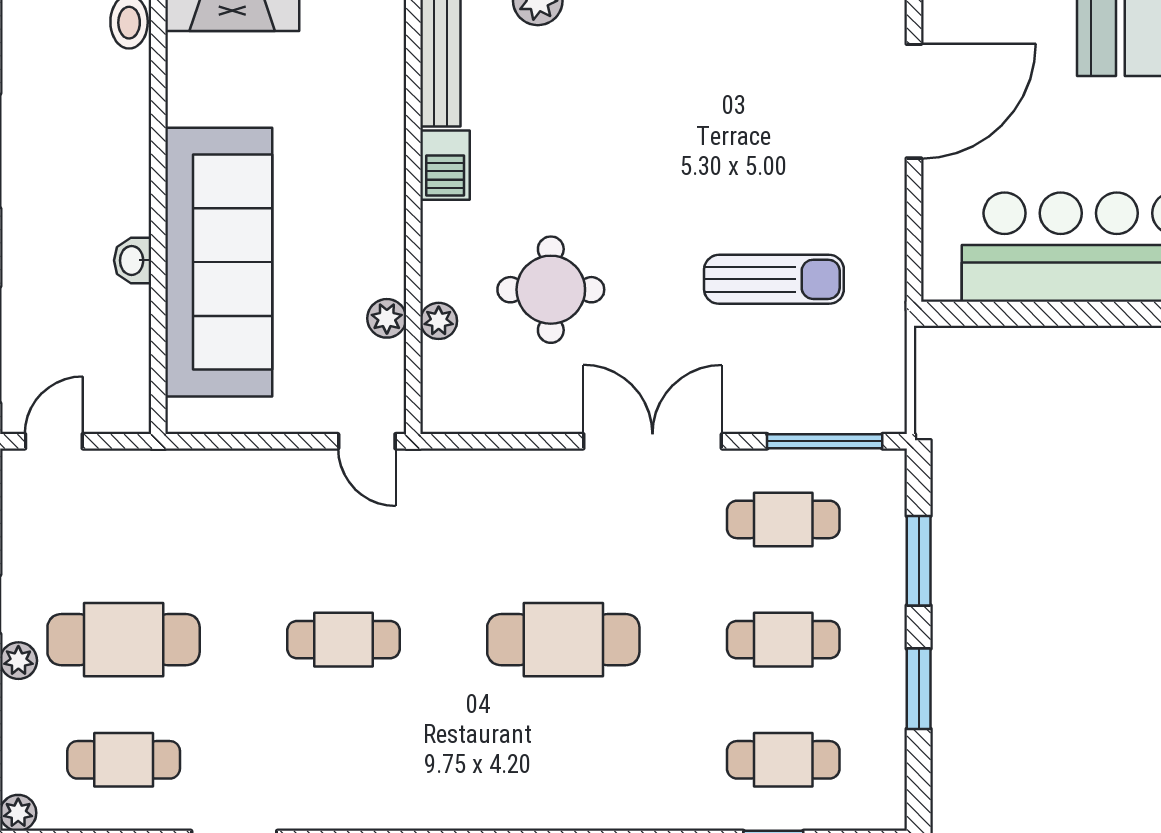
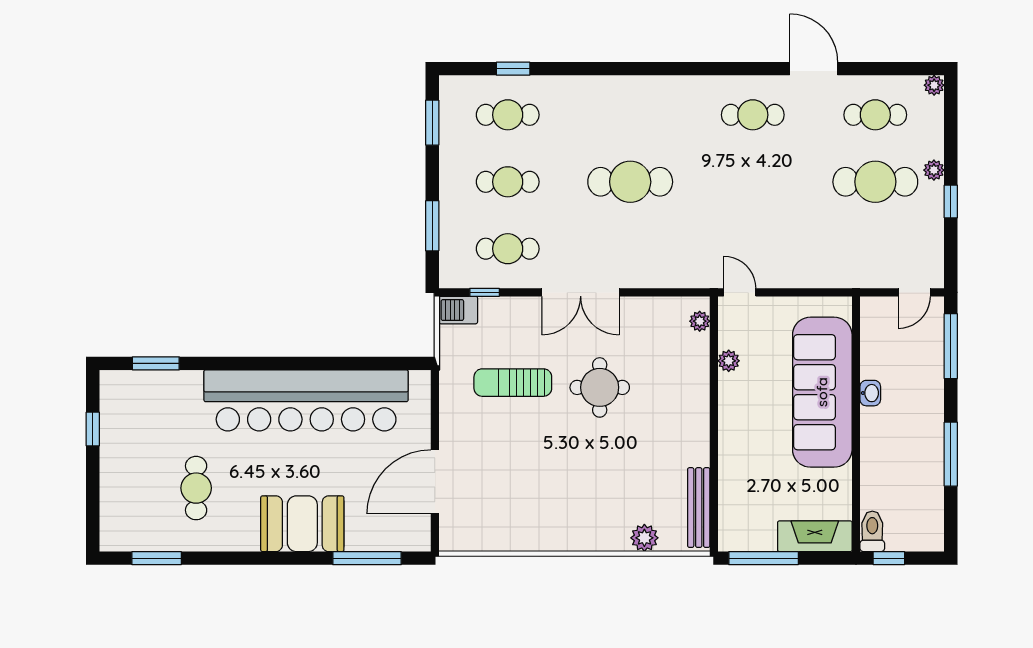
barbecue: (445, 165) -> (458, 310), moved, turned -90
round table: (551, 290) -> (600, 387), moved
plant: (439, 321) -> (700, 321), moved
window: (825, 441) -> (485, 292), width x0.46
cafe table: (343, 640) -> (753, 115), moved
window: (919, 689) -> (432, 123), moved

